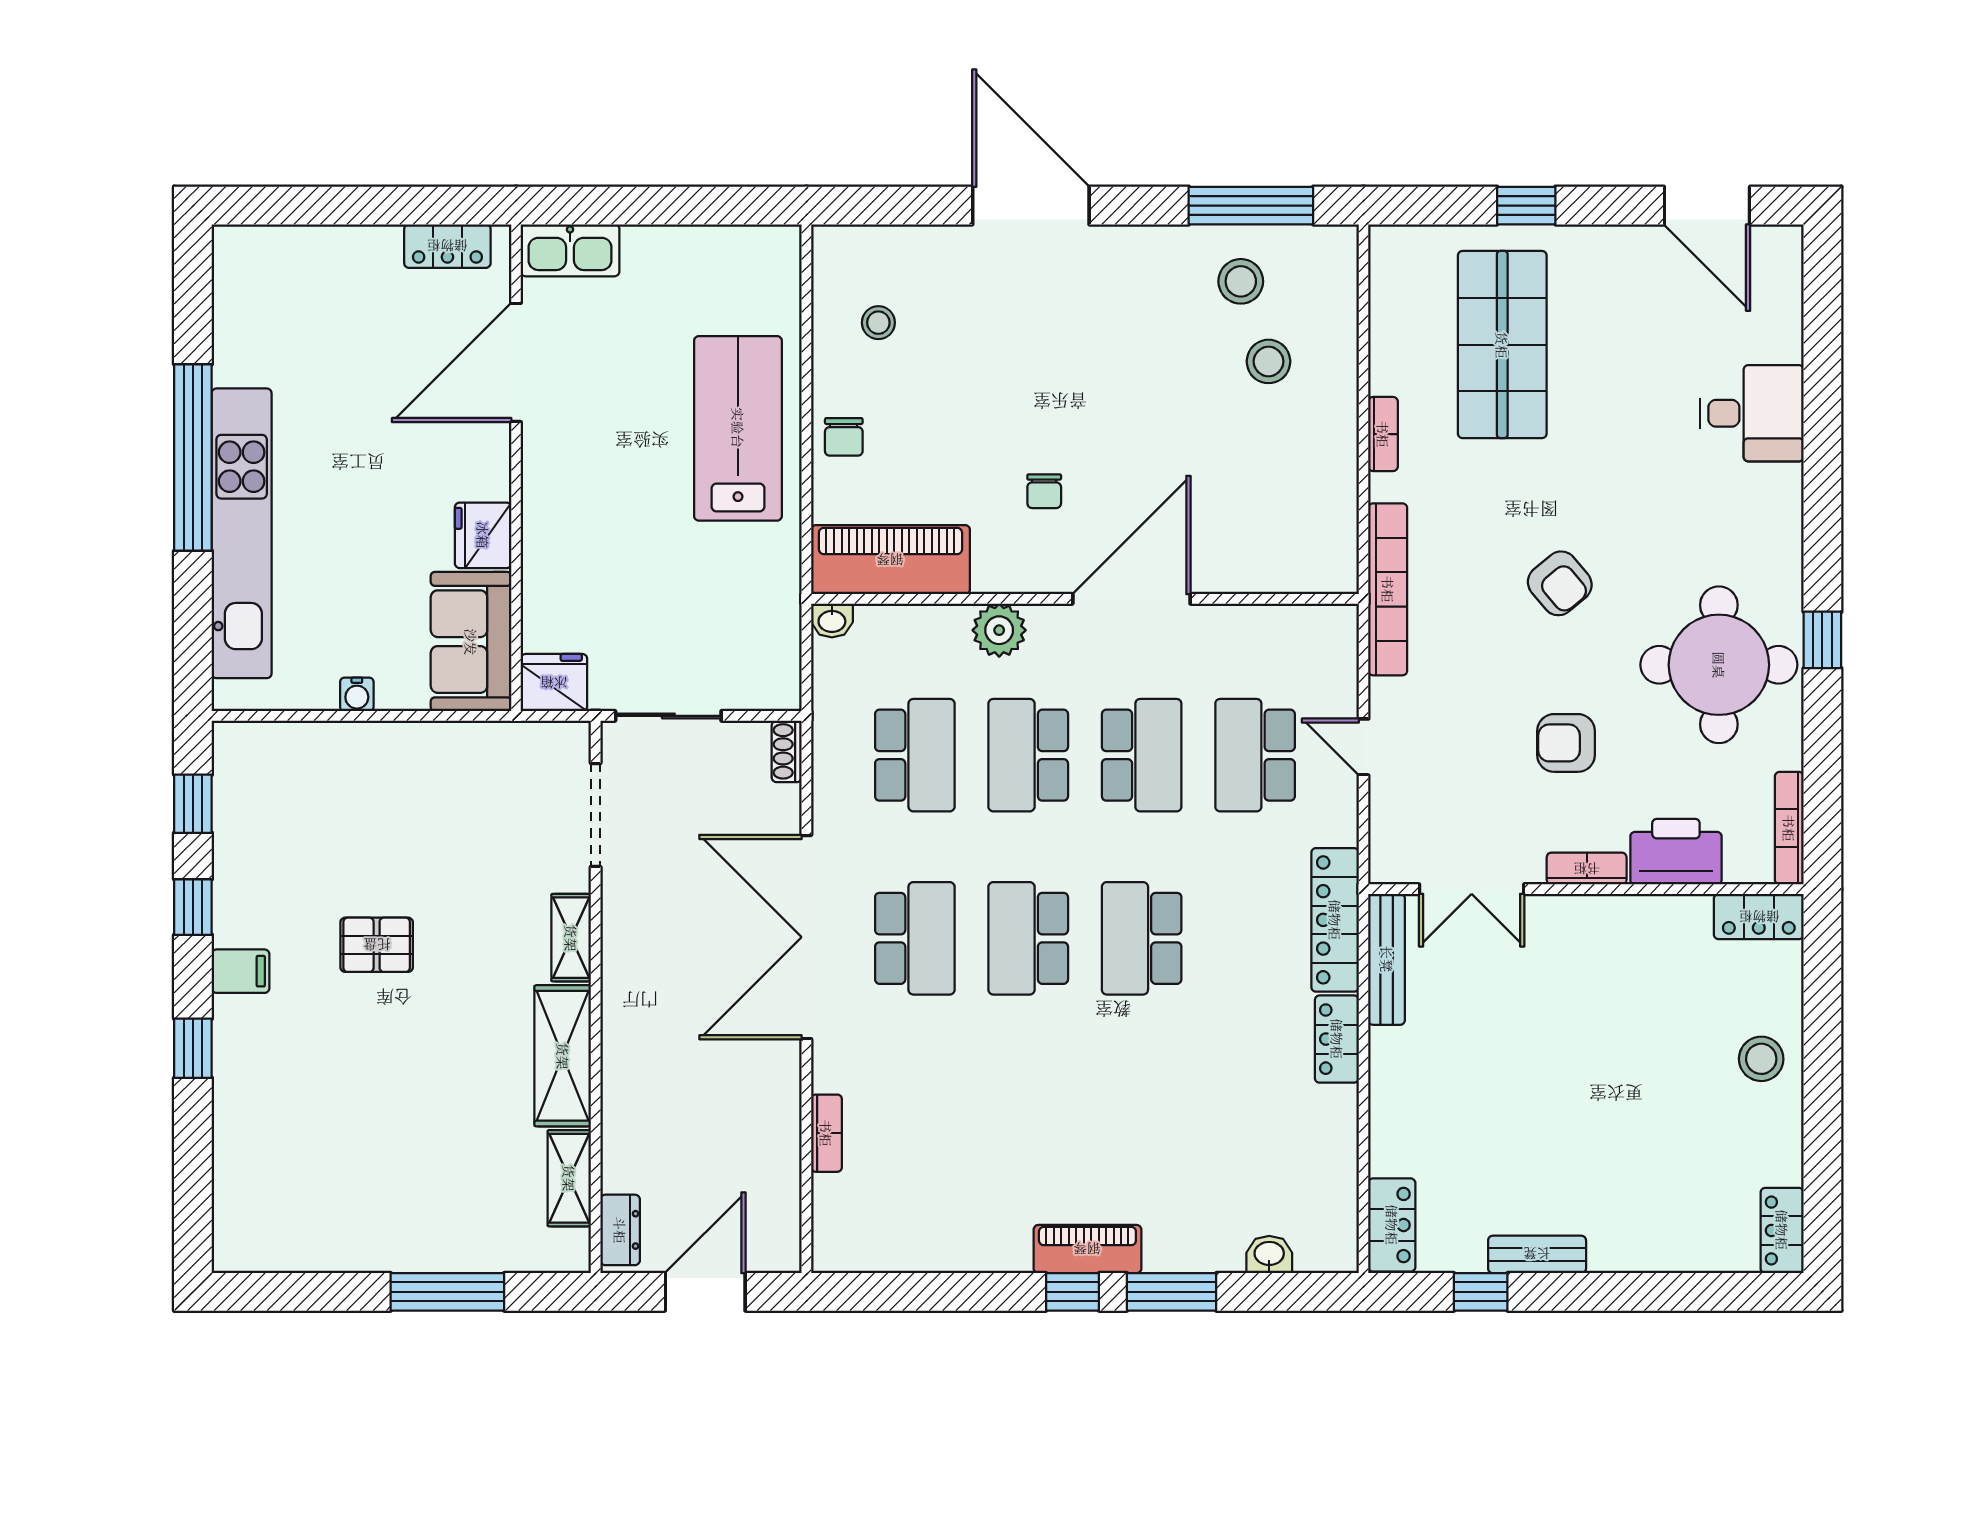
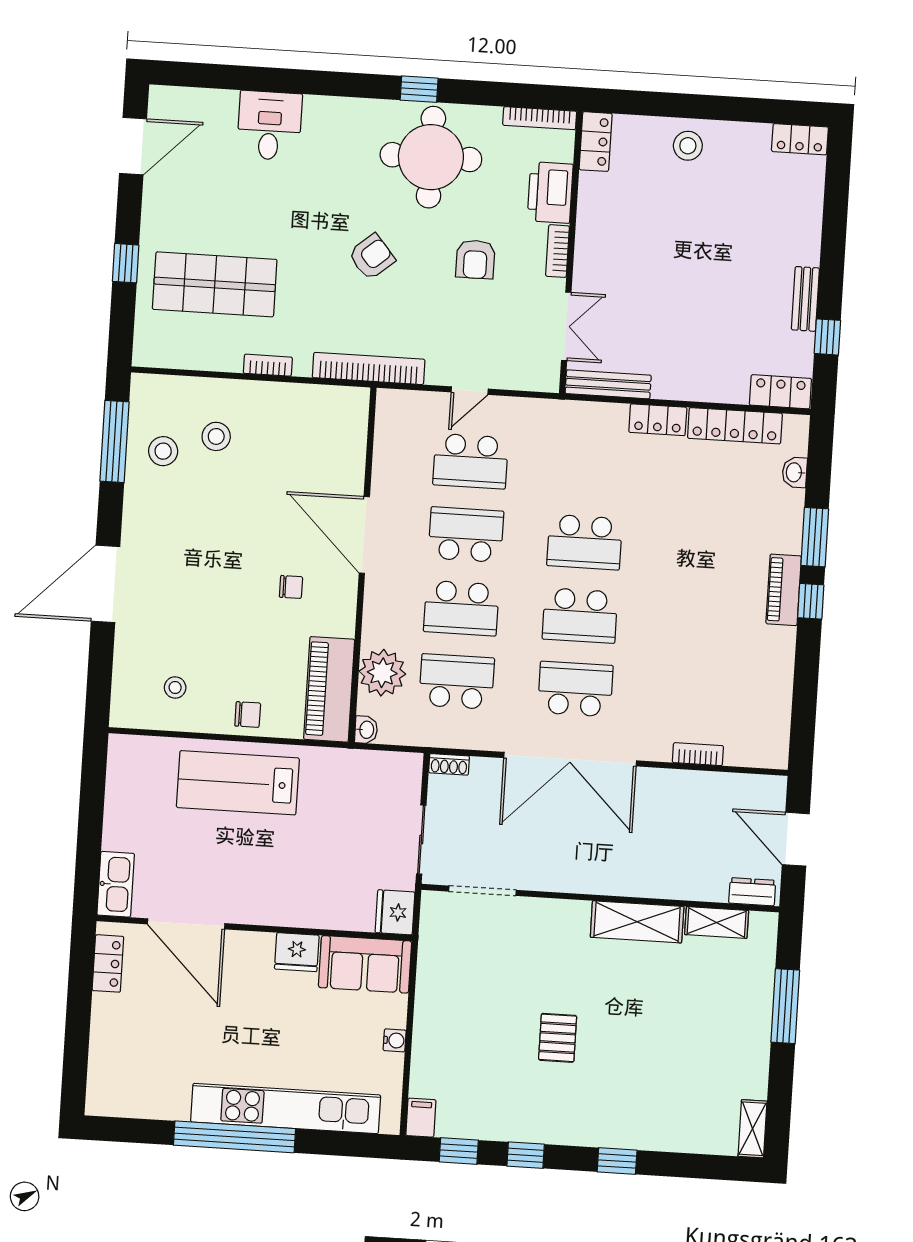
plant: (999, 630) -> (382, 673), moved, width x1.36, depth x1.36
locker: (1335, 920) -> (735, 426), moved
shelving: (571, 938) -> (753, 1129), moved, turned 90
filing cabinet: (241, 971) -> (421, 1118), moved

